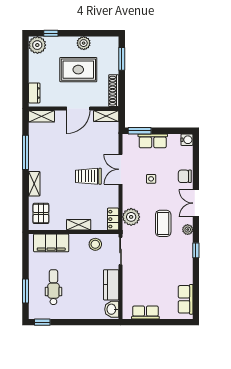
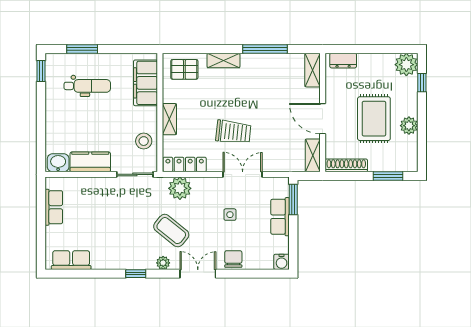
trolley: (88, 176) -> (233, 132), turned 96
locker: (113, 219) -> (185, 165), width x1.53
coffee table: (163, 223) -> (171, 231), turned 39

